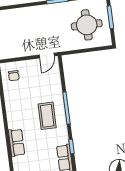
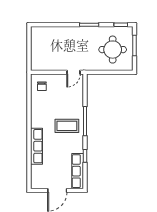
coffee table: (47, 116) -> (67, 126), turned 90
row of seats: (16, 143) -> (37, 146), width x1.48

